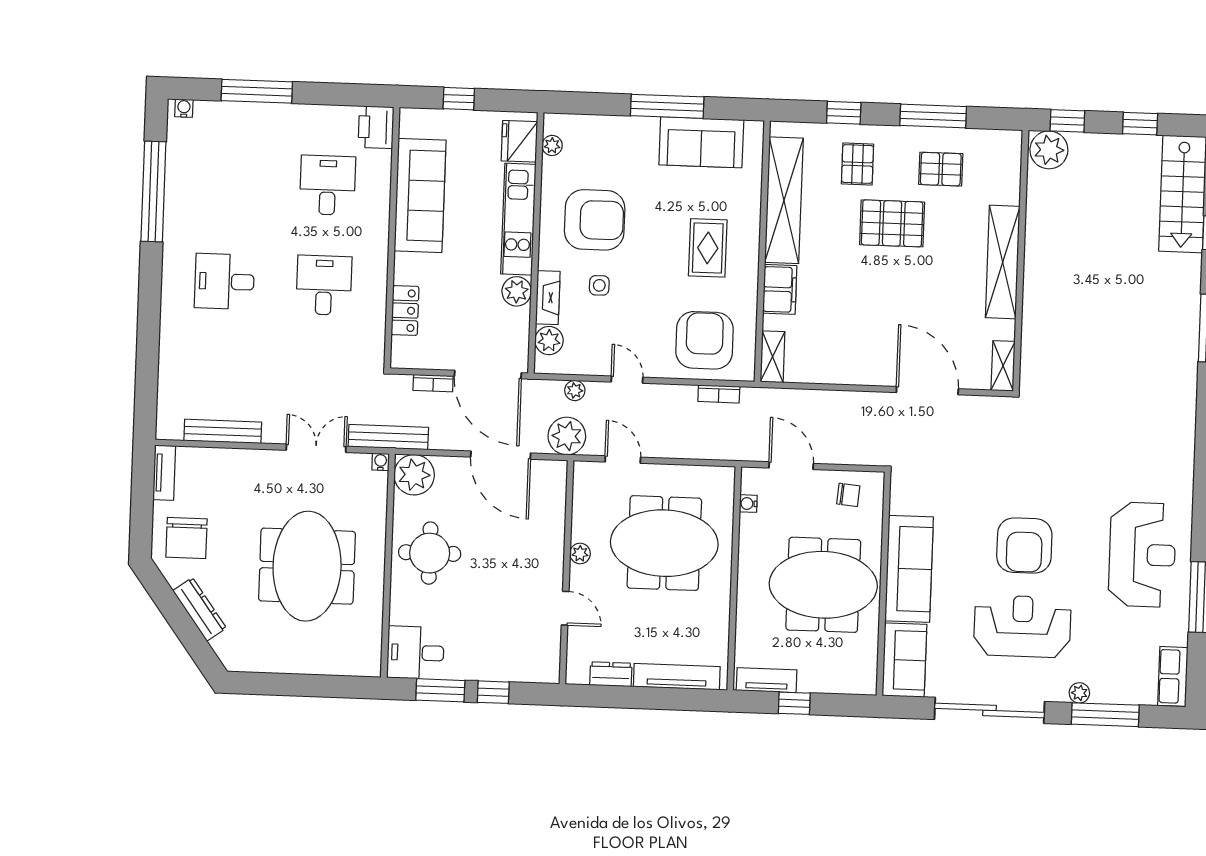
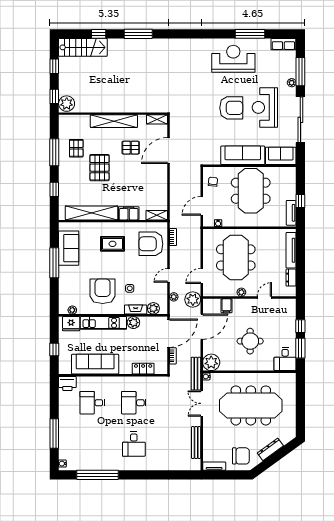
pallet: (857, 164) -> (131, 148), moved
filing cabinet: (549, 517) -> (227, 306), added
round table: (430, 553) -> (250, 341), moved
meeting table: (307, 566) -> (251, 405), width x1.36

